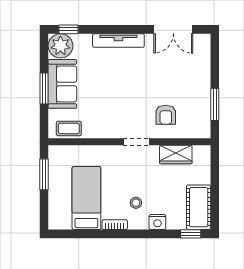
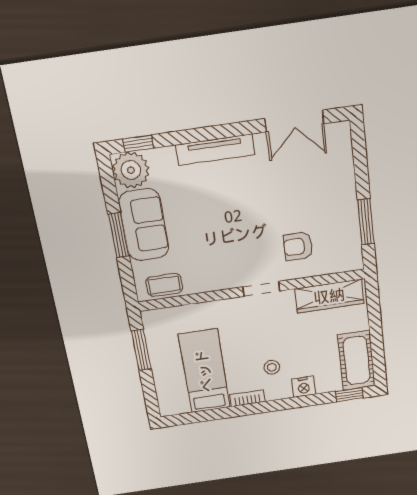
armchair: (166, 115) -> (298, 246), turned 90
wardrobe: (176, 154) -> (329, 296), width x1.50

